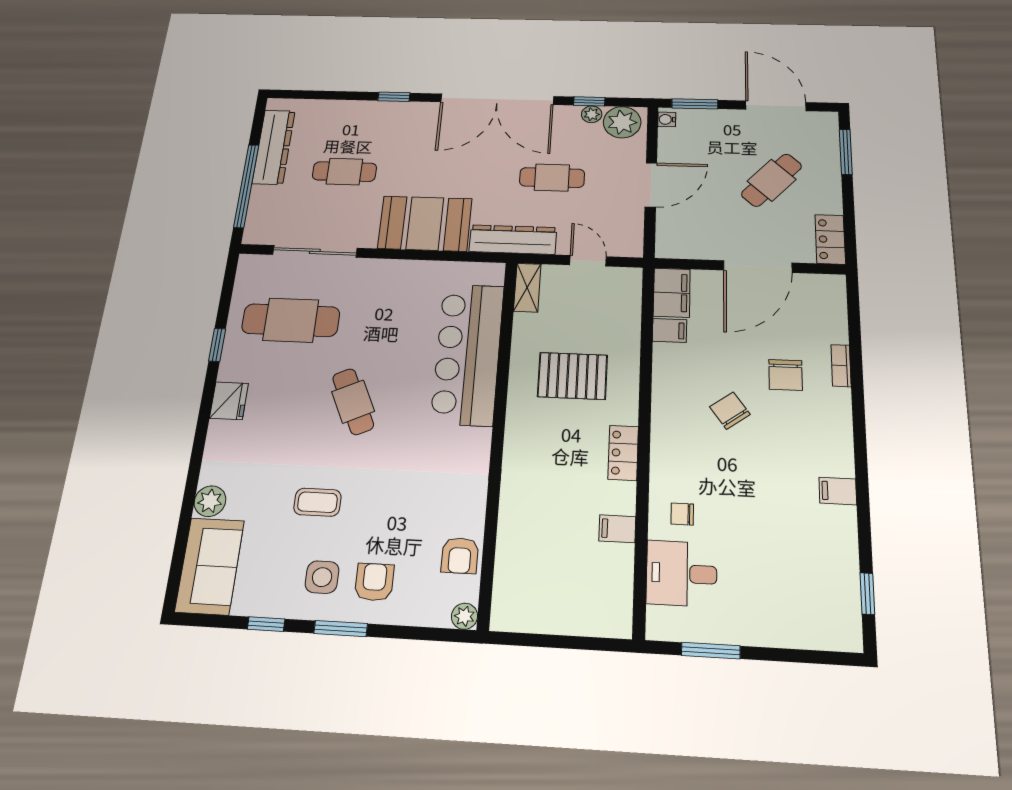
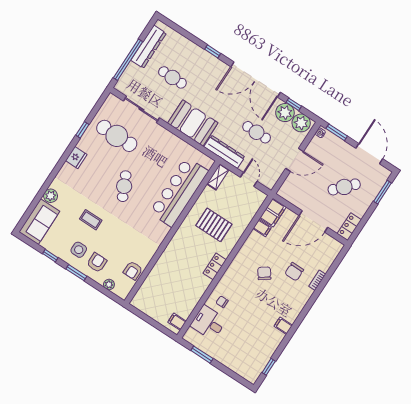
plant: (592, 114) -> (285, 113), width x1.88, depth x1.88
filing cabinet: (617, 529) -> (177, 322), moved
plant: (464, 616) -> (109, 285), moved

